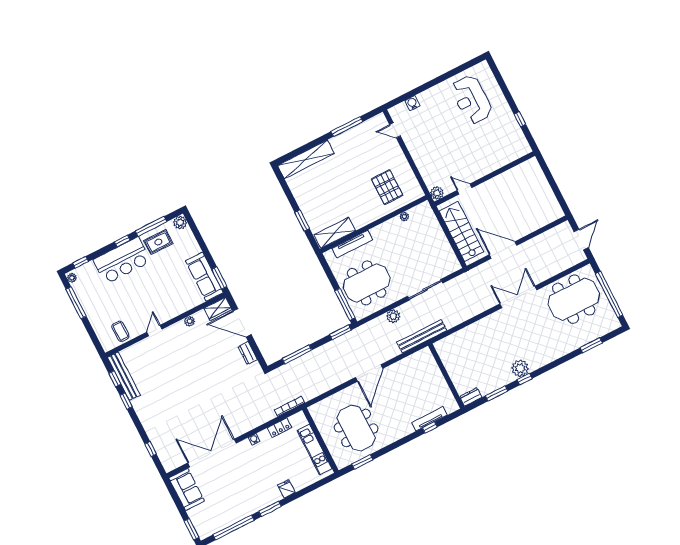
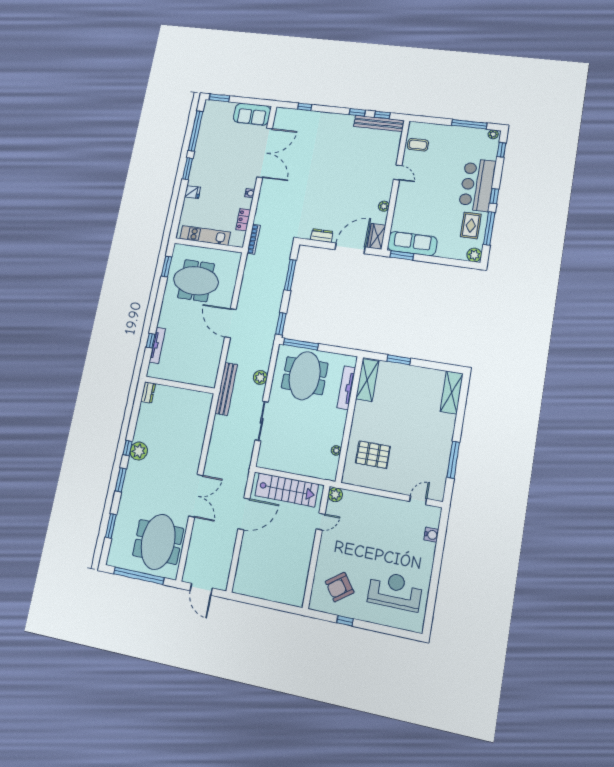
armchair: (500, 140) -> (340, 587), added
shelving: (306, 159) -> (452, 392), width x0.68
window: (497, 393) -> (121, 480), moved

